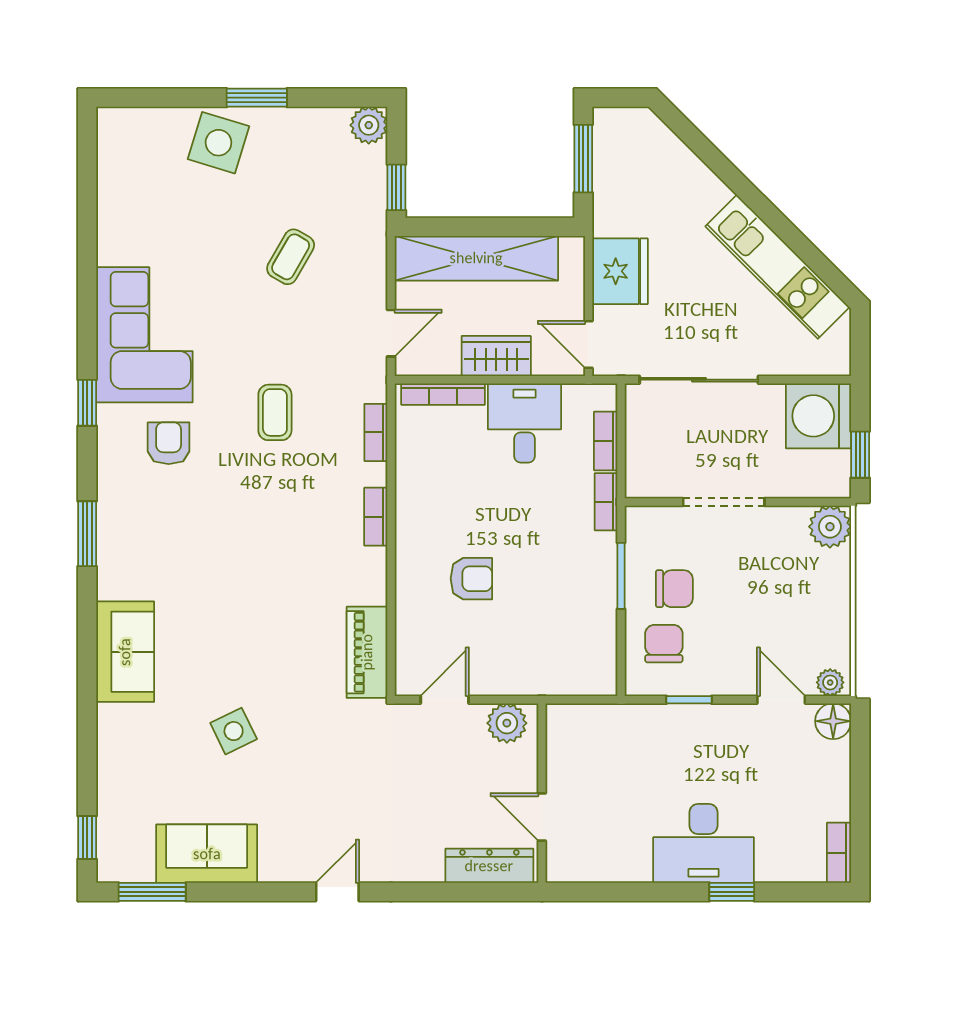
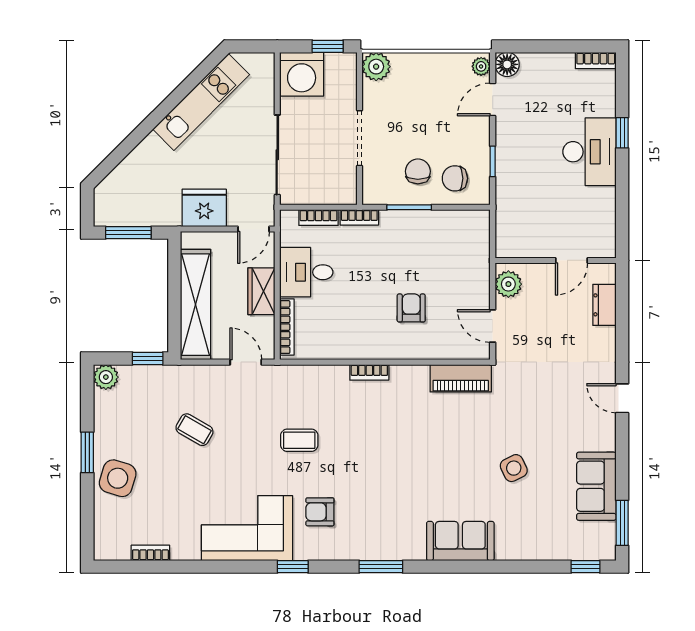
bookcase: (376, 432) -> (150, 553), moved, turned 180
dresser: (489, 866) -> (604, 305), width x0.70

